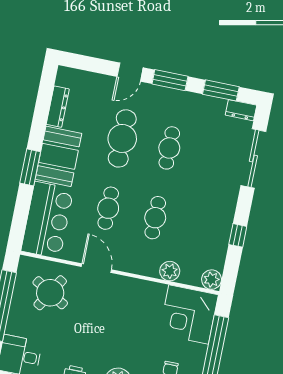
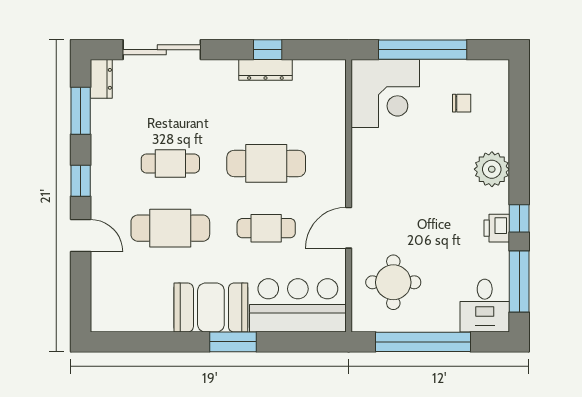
window: (170, 80) -> (81, 181), width x0.67
dresser: (58, 107) -> (265, 70), moved, turned 180
cafe table: (155, 218) -> (266, 163), width x1.37, depth x1.35
plant: (170, 271) -> (333, 130), removed
plant: (212, 280) -> (333, 73), removed
round table: (50, 293) -> (393, 282), turned -31

